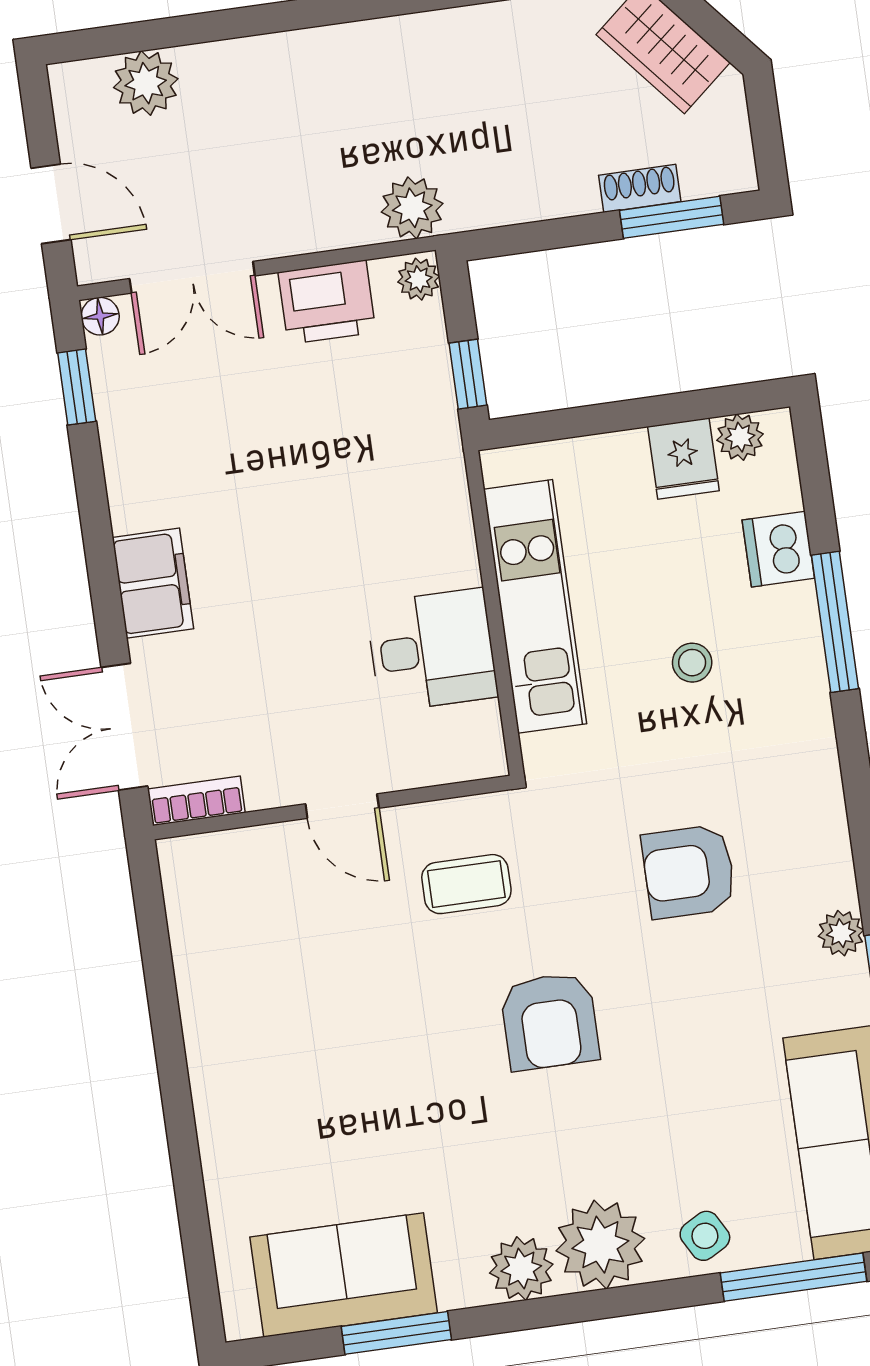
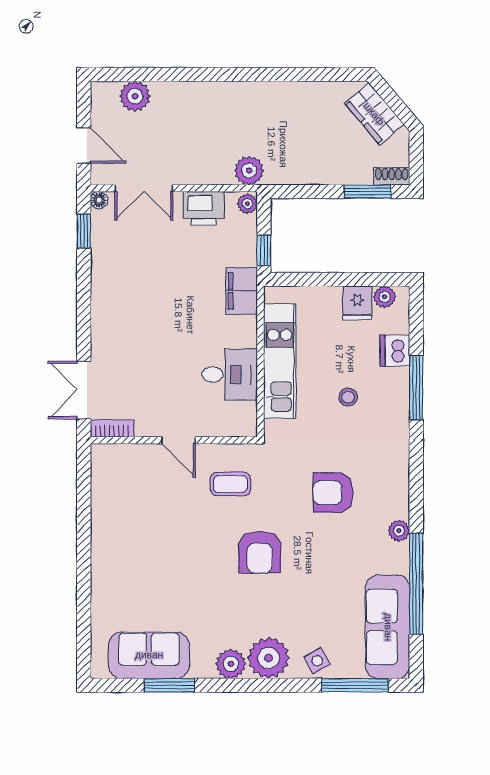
shoe rack: (640, 188) -> (392, 176), moved
filing cabinet: (153, 583) -> (242, 291), moved, turned 180

